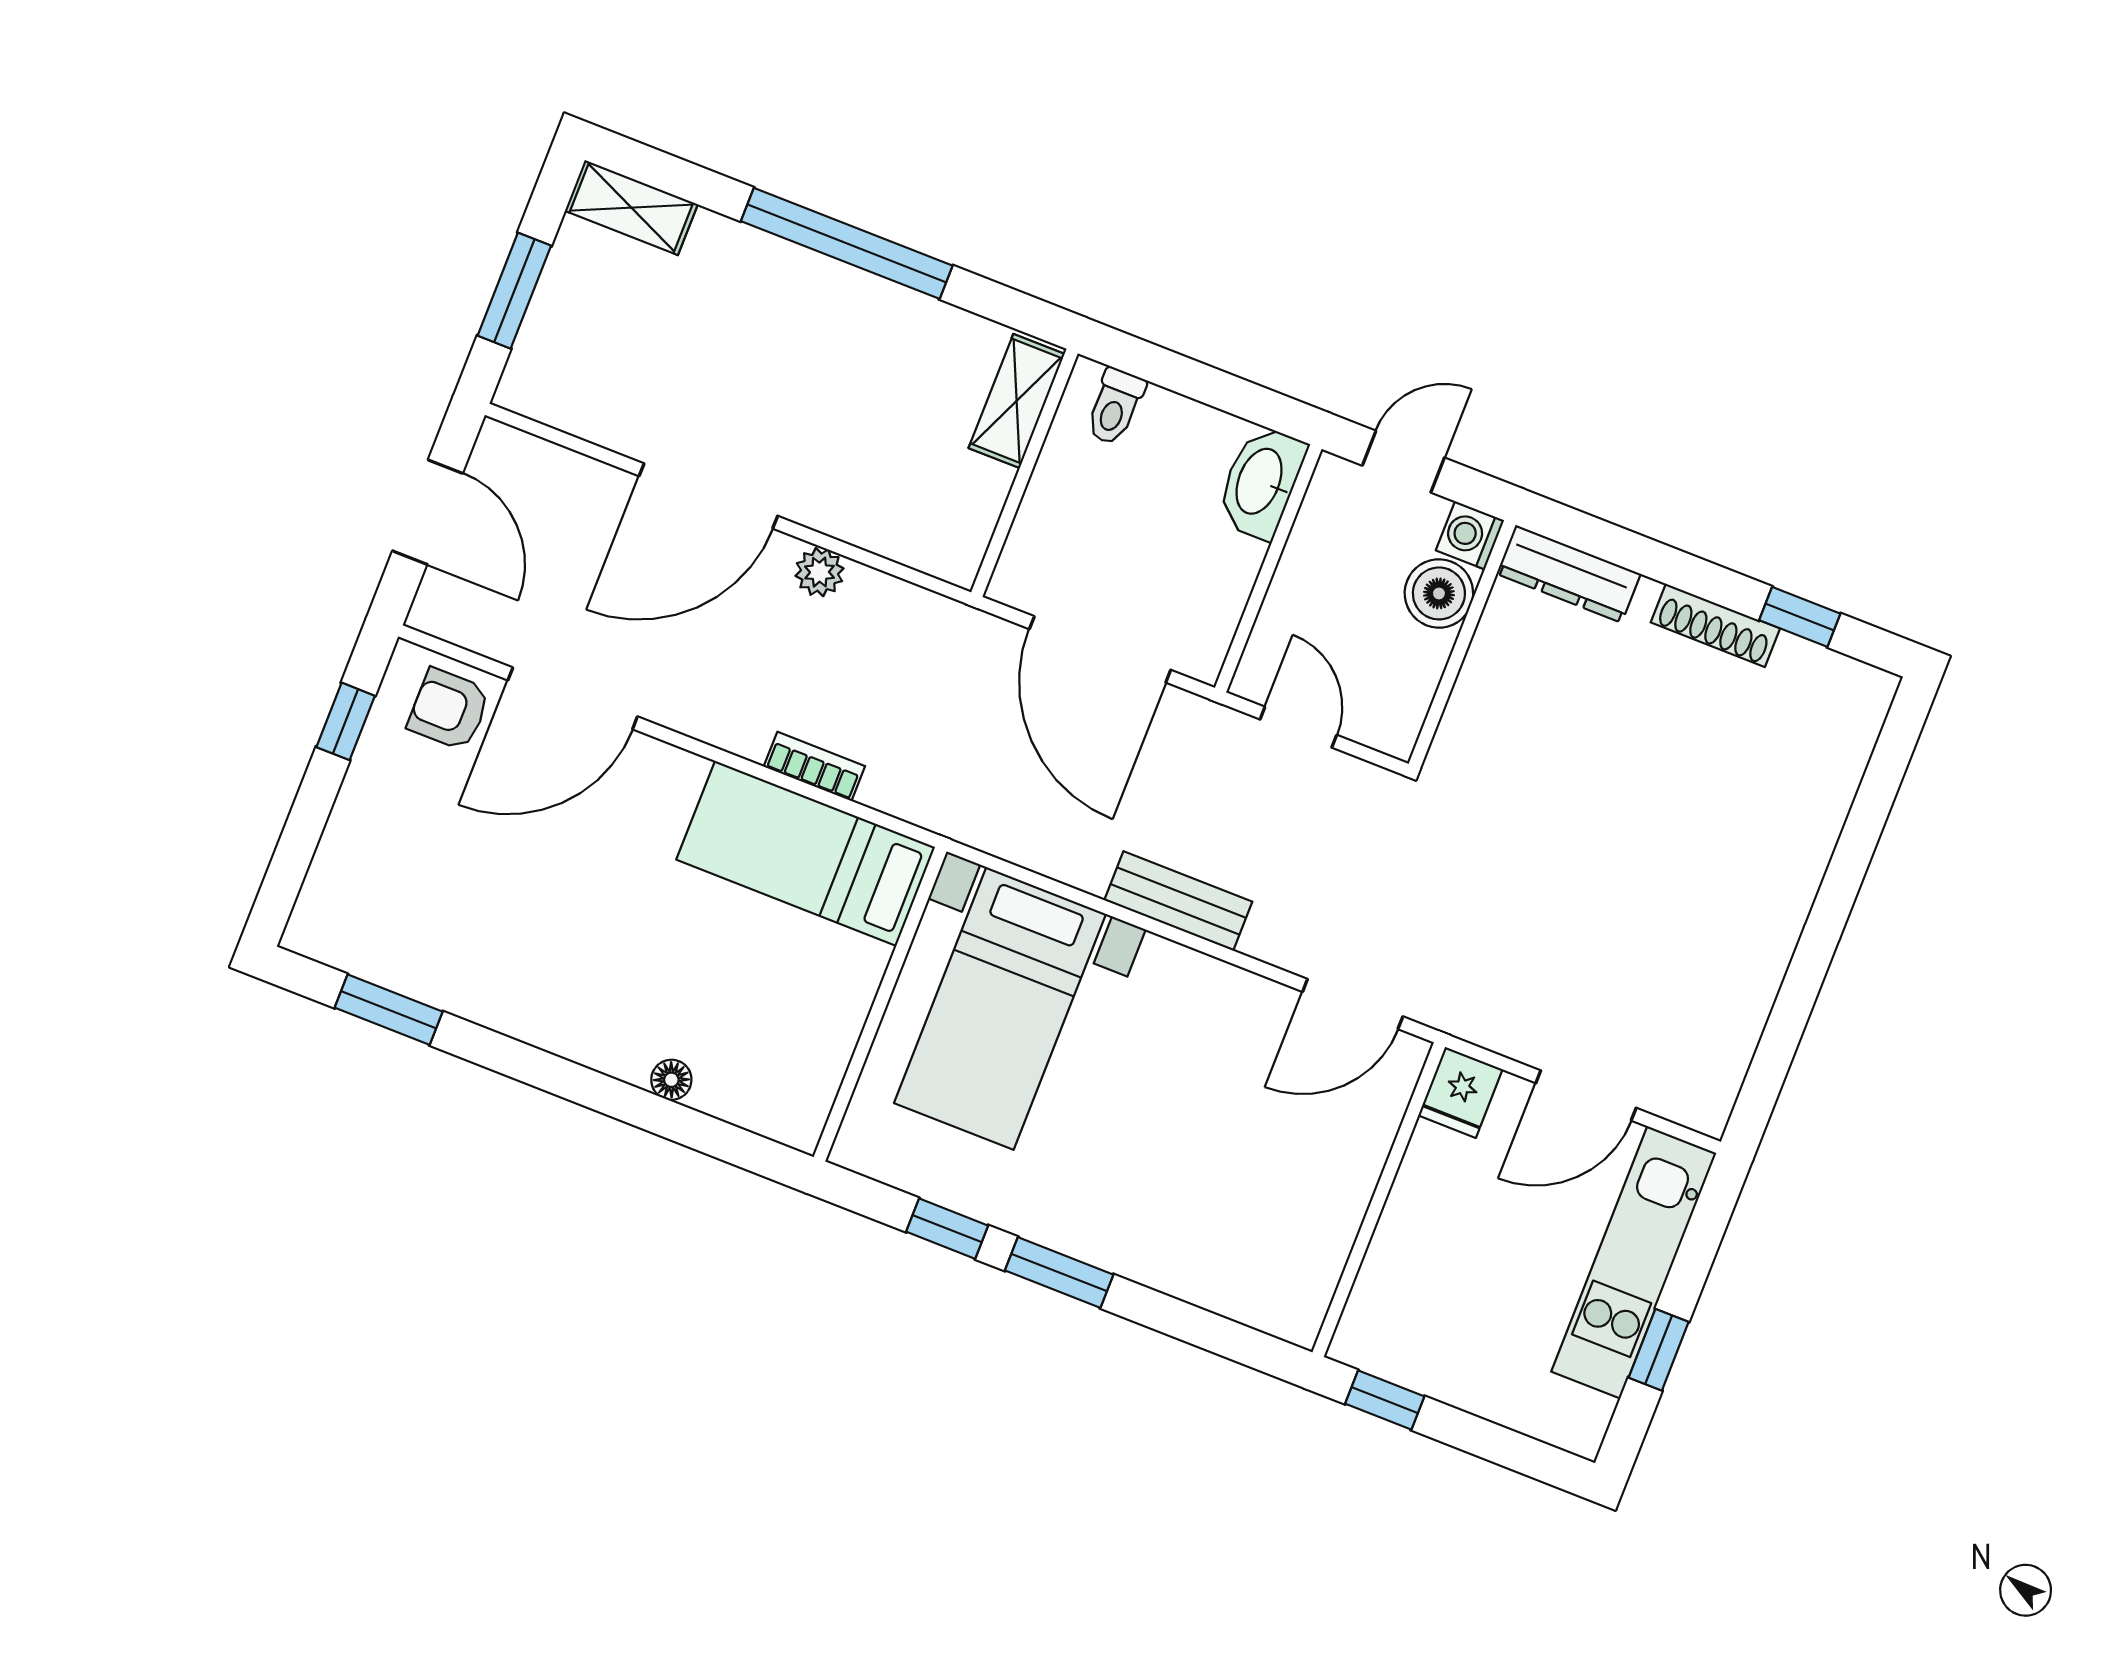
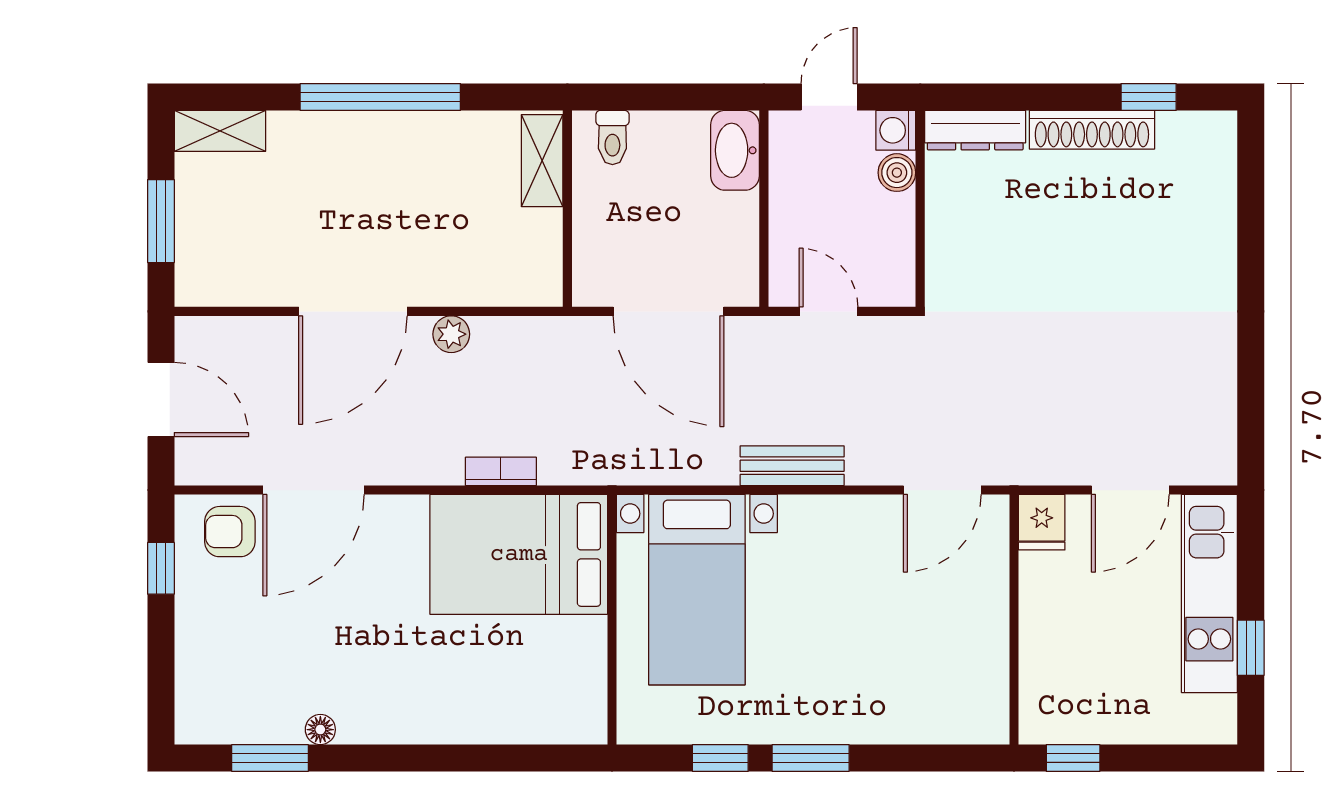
boiler: (1439, 593) -> (897, 173), width x0.73, depth x0.73
shoe rack: (1715, 625) -> (1092, 130), width x1.36, depth x1.24
bed: (806, 853) -> (519, 554), width x1.50
floor lamp: (671, 1080) -> (320, 730), moved

